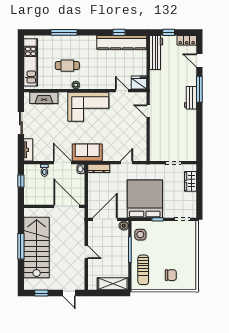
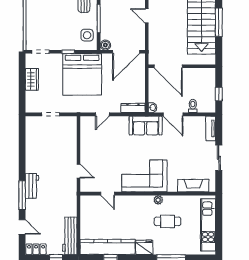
fridge: (139, 83) -> (144, 247), moved, turned 180
wardrobe: (190, 181) -> (32, 79), moved

